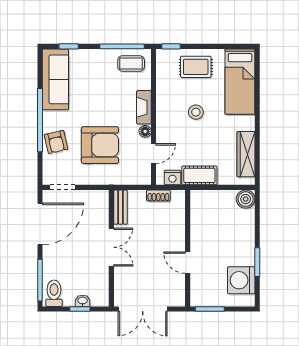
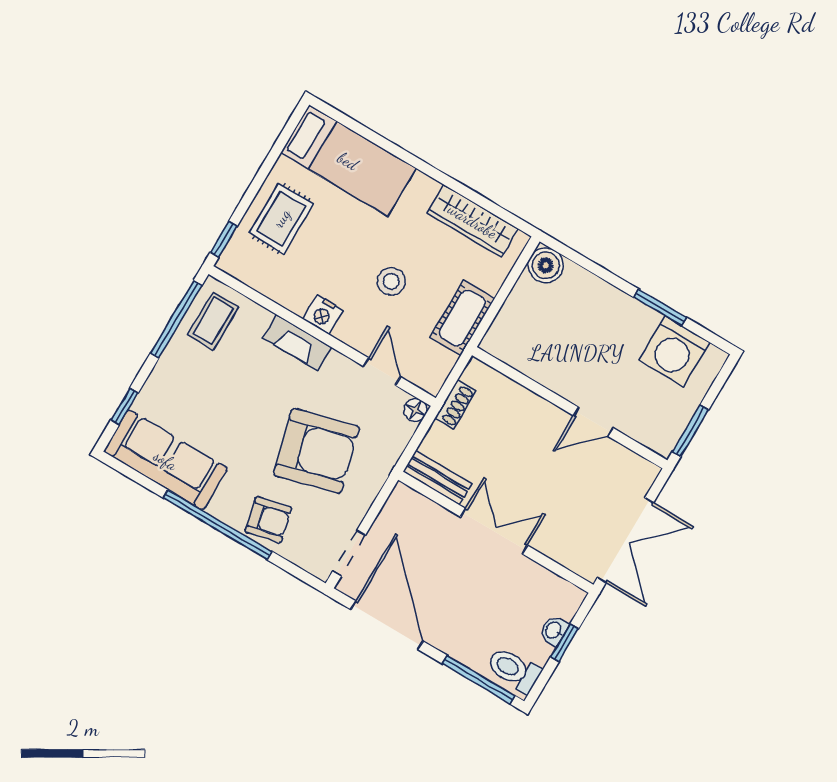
stool: (196, 112) -> (391, 281), moved
floor lamp: (145, 131) -> (415, 410), moved
armchair: (100, 145) -> (316, 451), turned 75
nightstand: (172, 177) -> (323, 315), moved, turned 90

